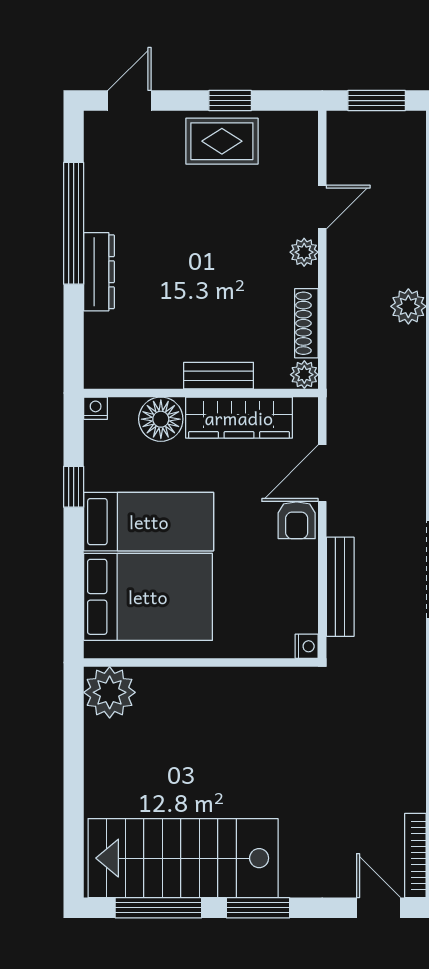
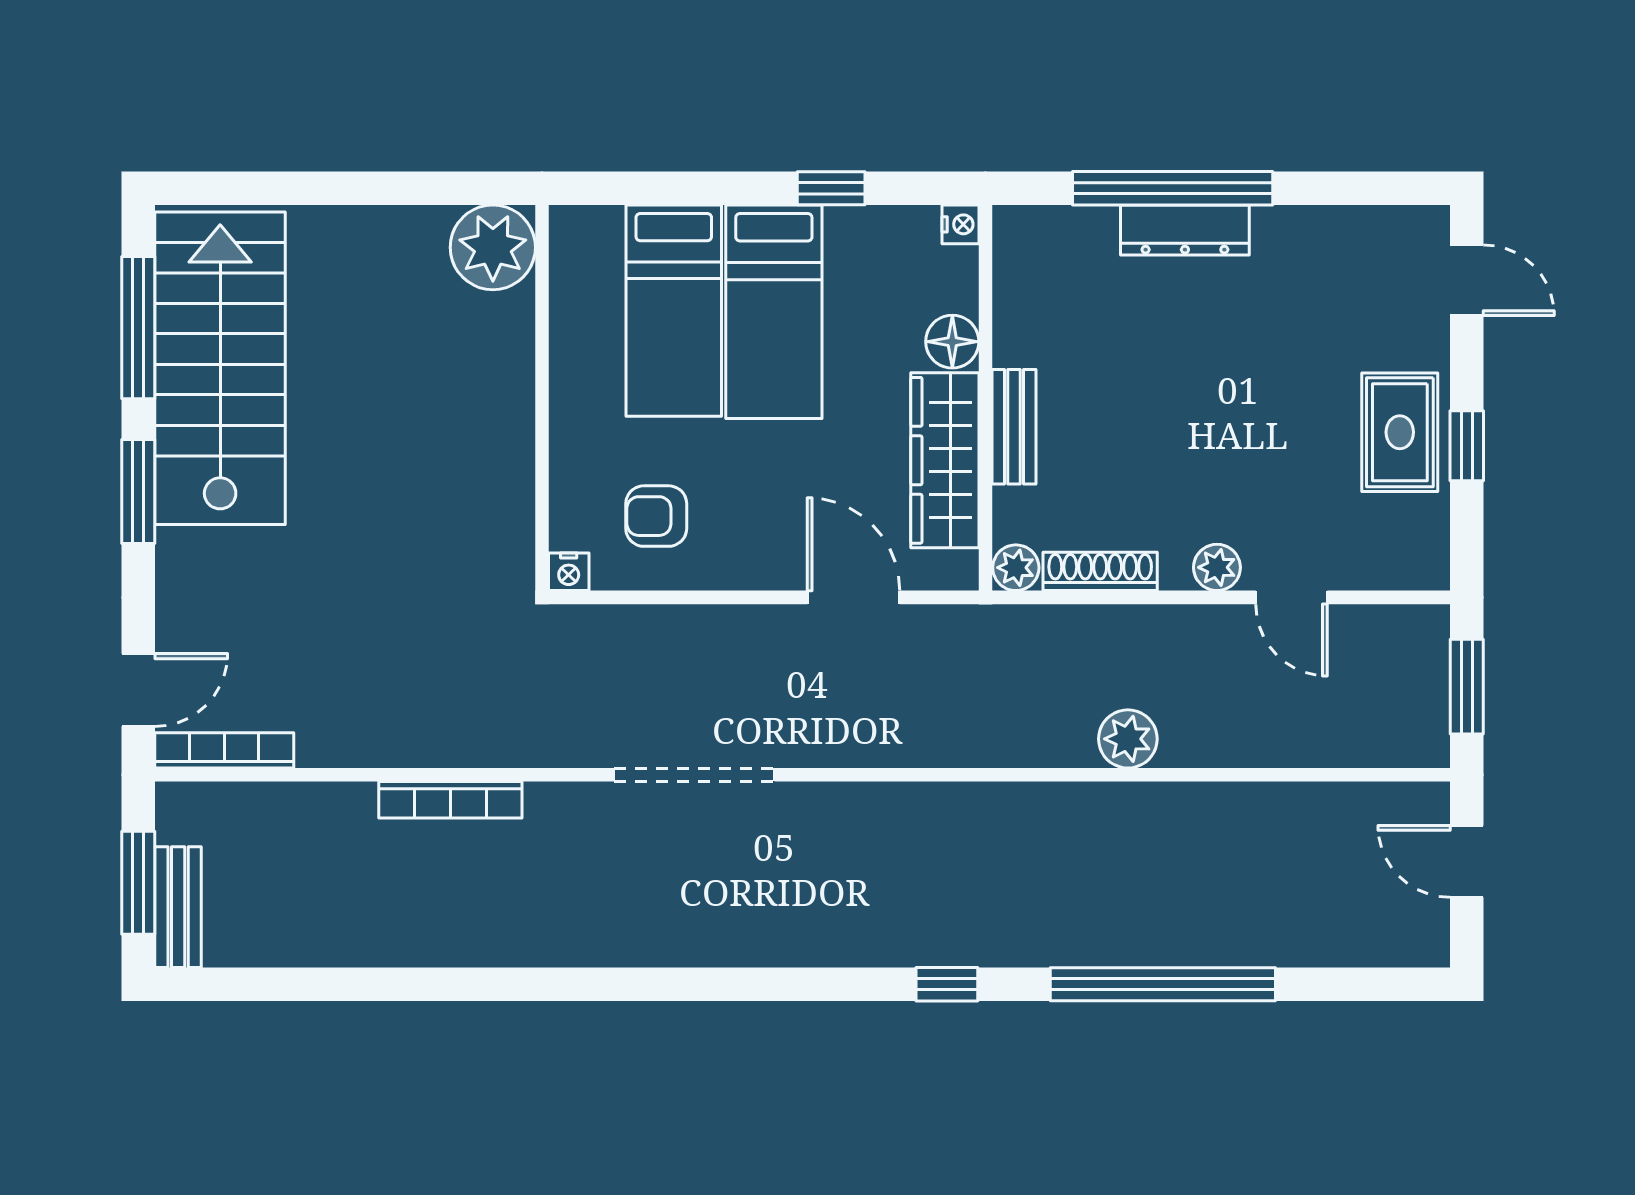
window: (74, 223) -> (1173, 188), moved
floor lamp: (161, 419) -> (952, 342), width x0.73, depth x0.73
armchair: (297, 520) -> (656, 516), moved
bench: (340, 587) -> (667, 627), removed
bed: (148, 597) -> (674, 311), width x0.67

